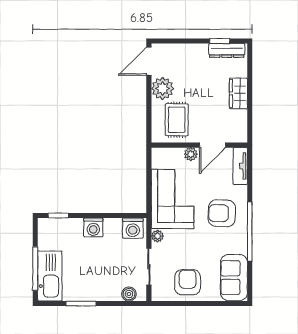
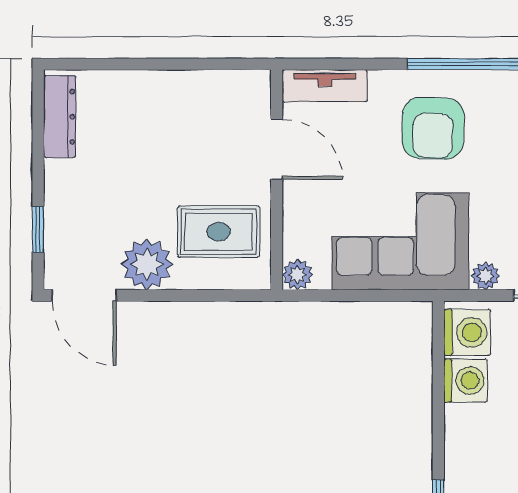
window: (220, 41) -> (38, 230), moved
wardrobe: (238, 93) -> (158, 90), removed
plant: (191, 154) -> (297, 275), moved
washing machine: (93, 227) -> (466, 381), moved

